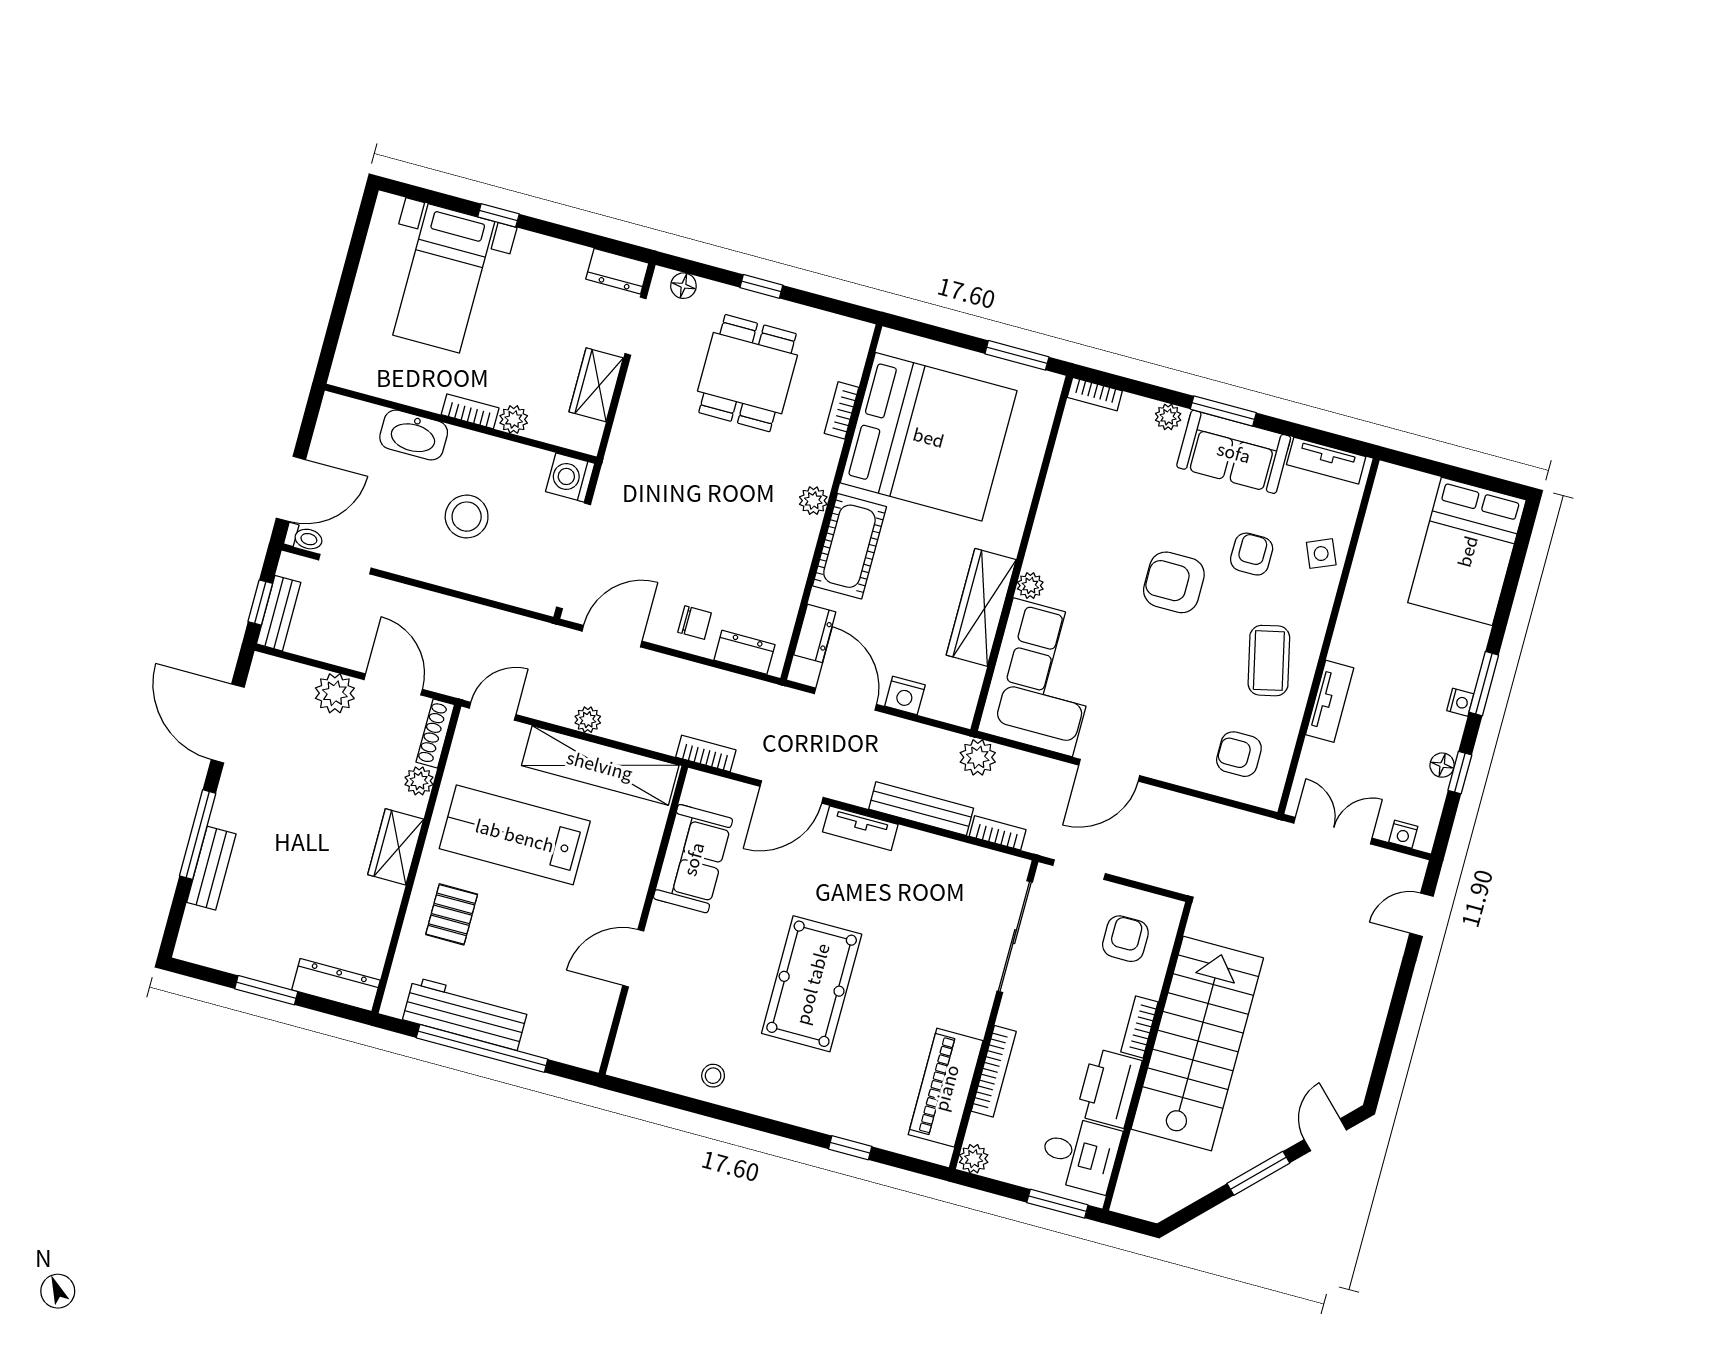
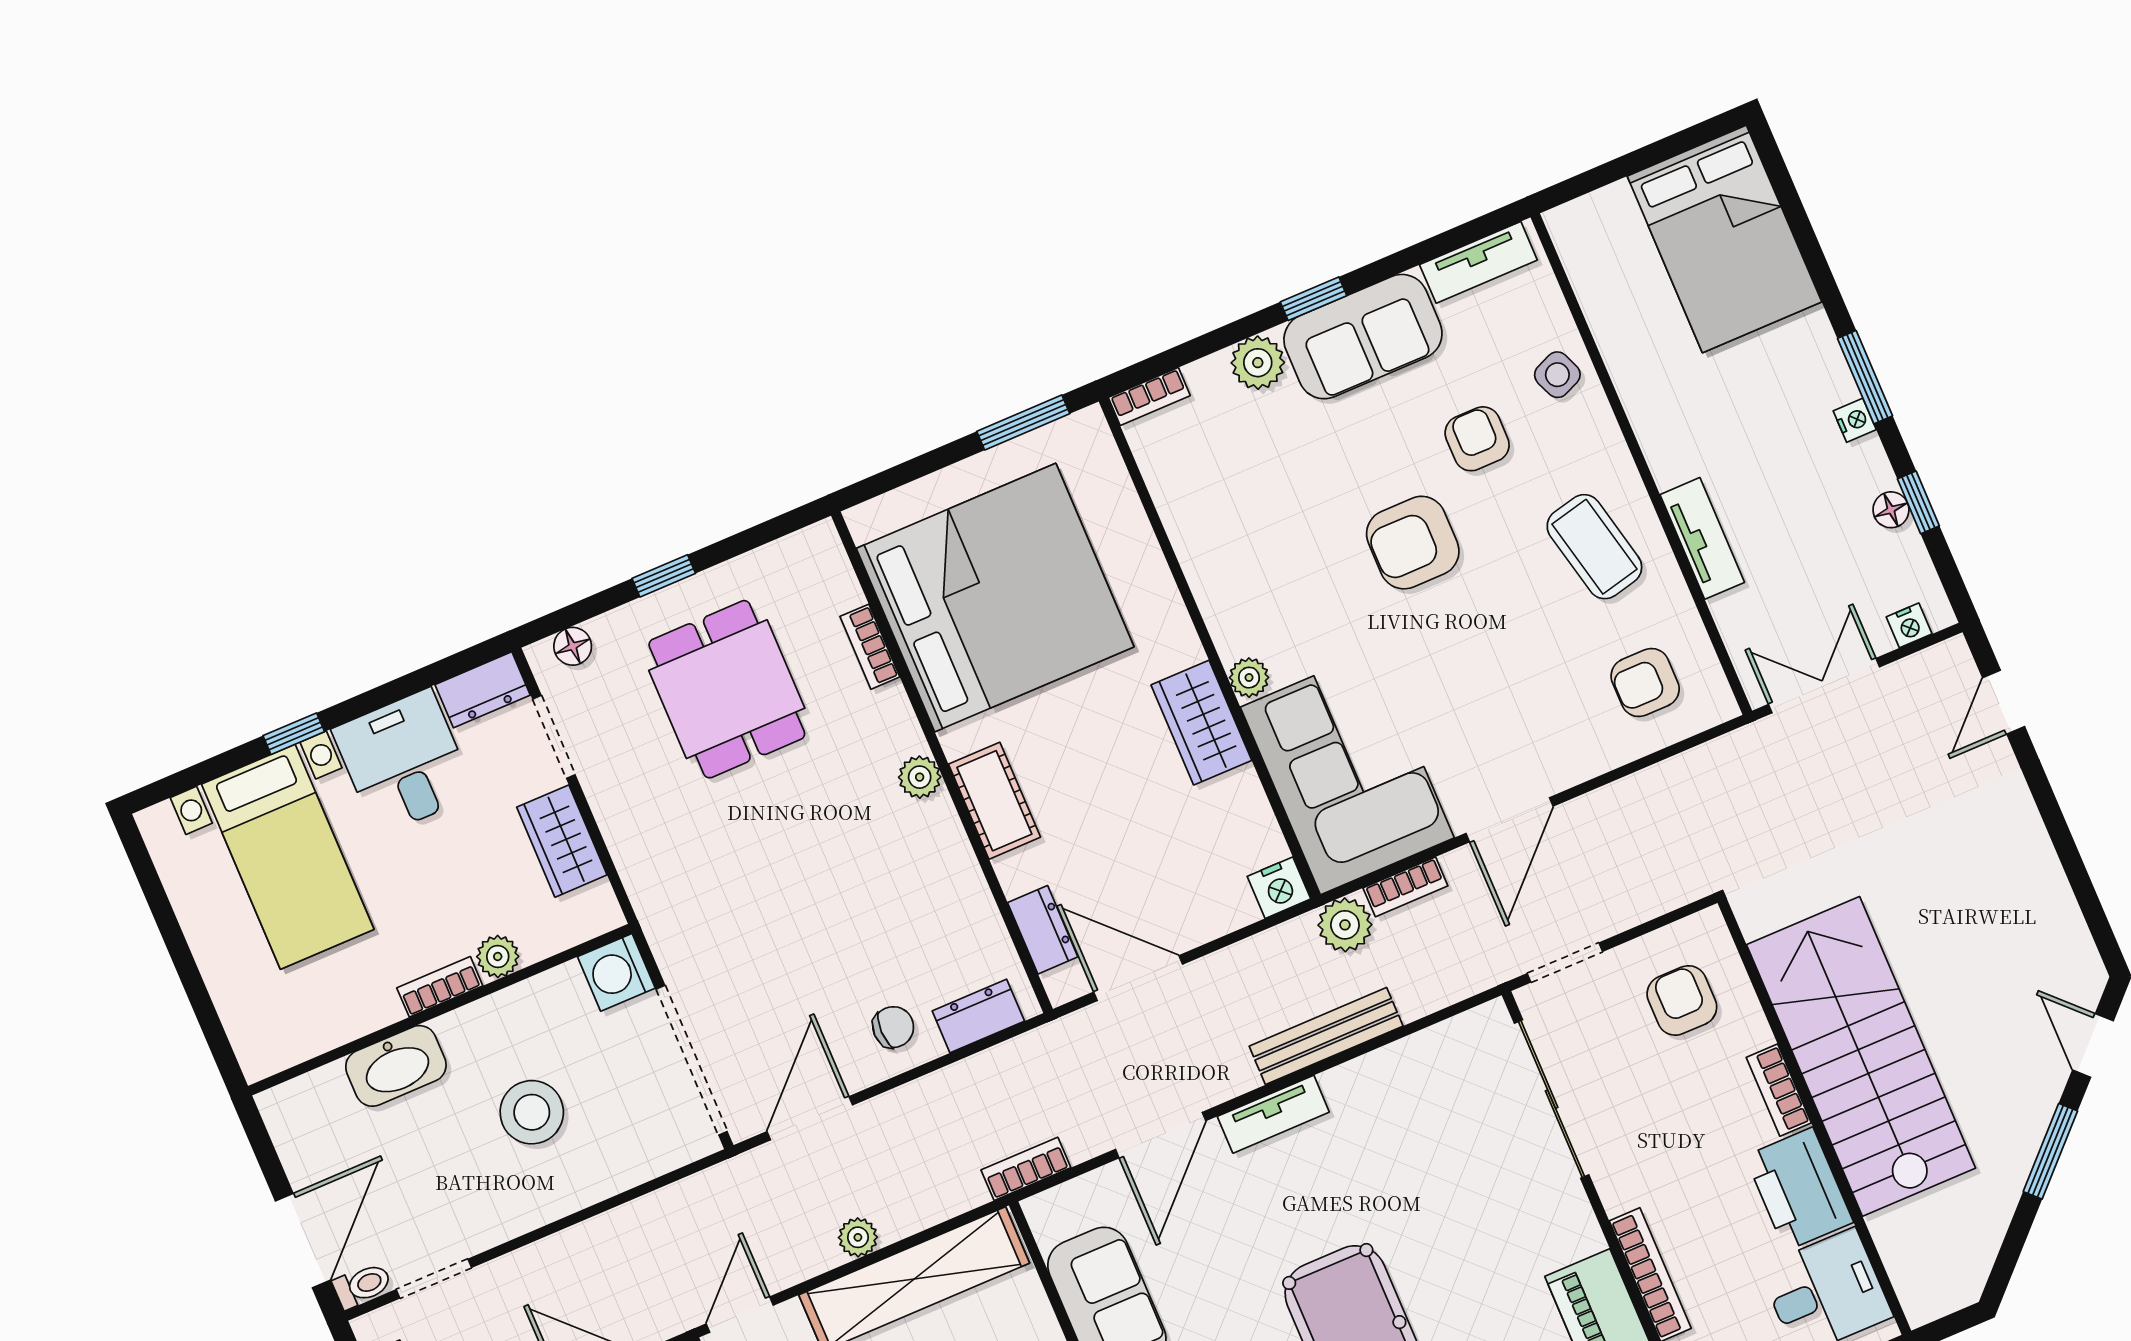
desk: (545, 277) -> (404, 762), added
window: (1223, 411) -> (1313, 299), width x0.67
plant: (1168, 417) -> (1258, 363), width x1.38, depth x1.38
cot: (849, 546) -> (994, 801), width x0.73, depth x0.75
wardrobe: (981, 607) -> (1201, 723), width x0.67
nightstand: (905, 696) -> (1279, 888), moved
bookcase: (998, 833) -> (1405, 887), moved, turned 180

